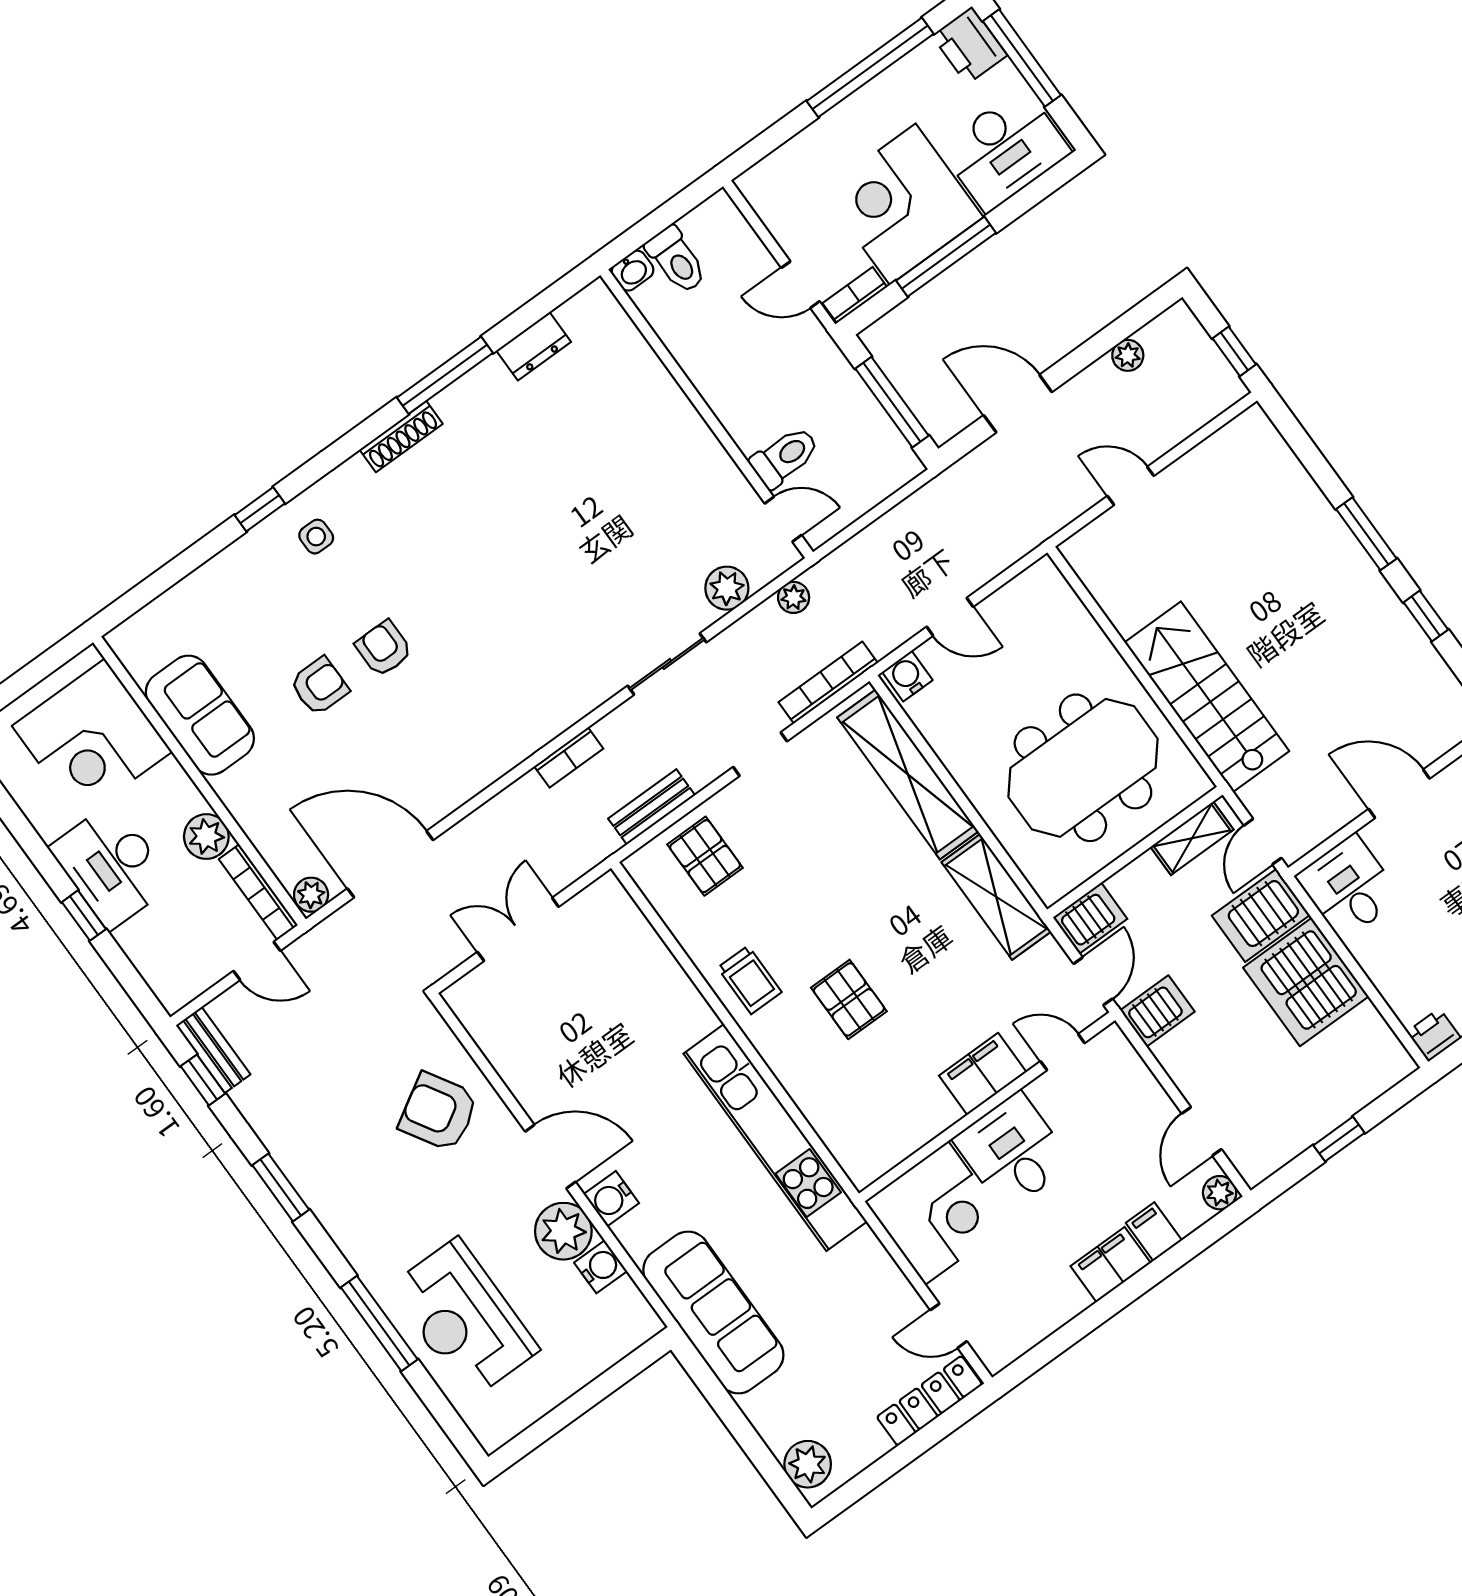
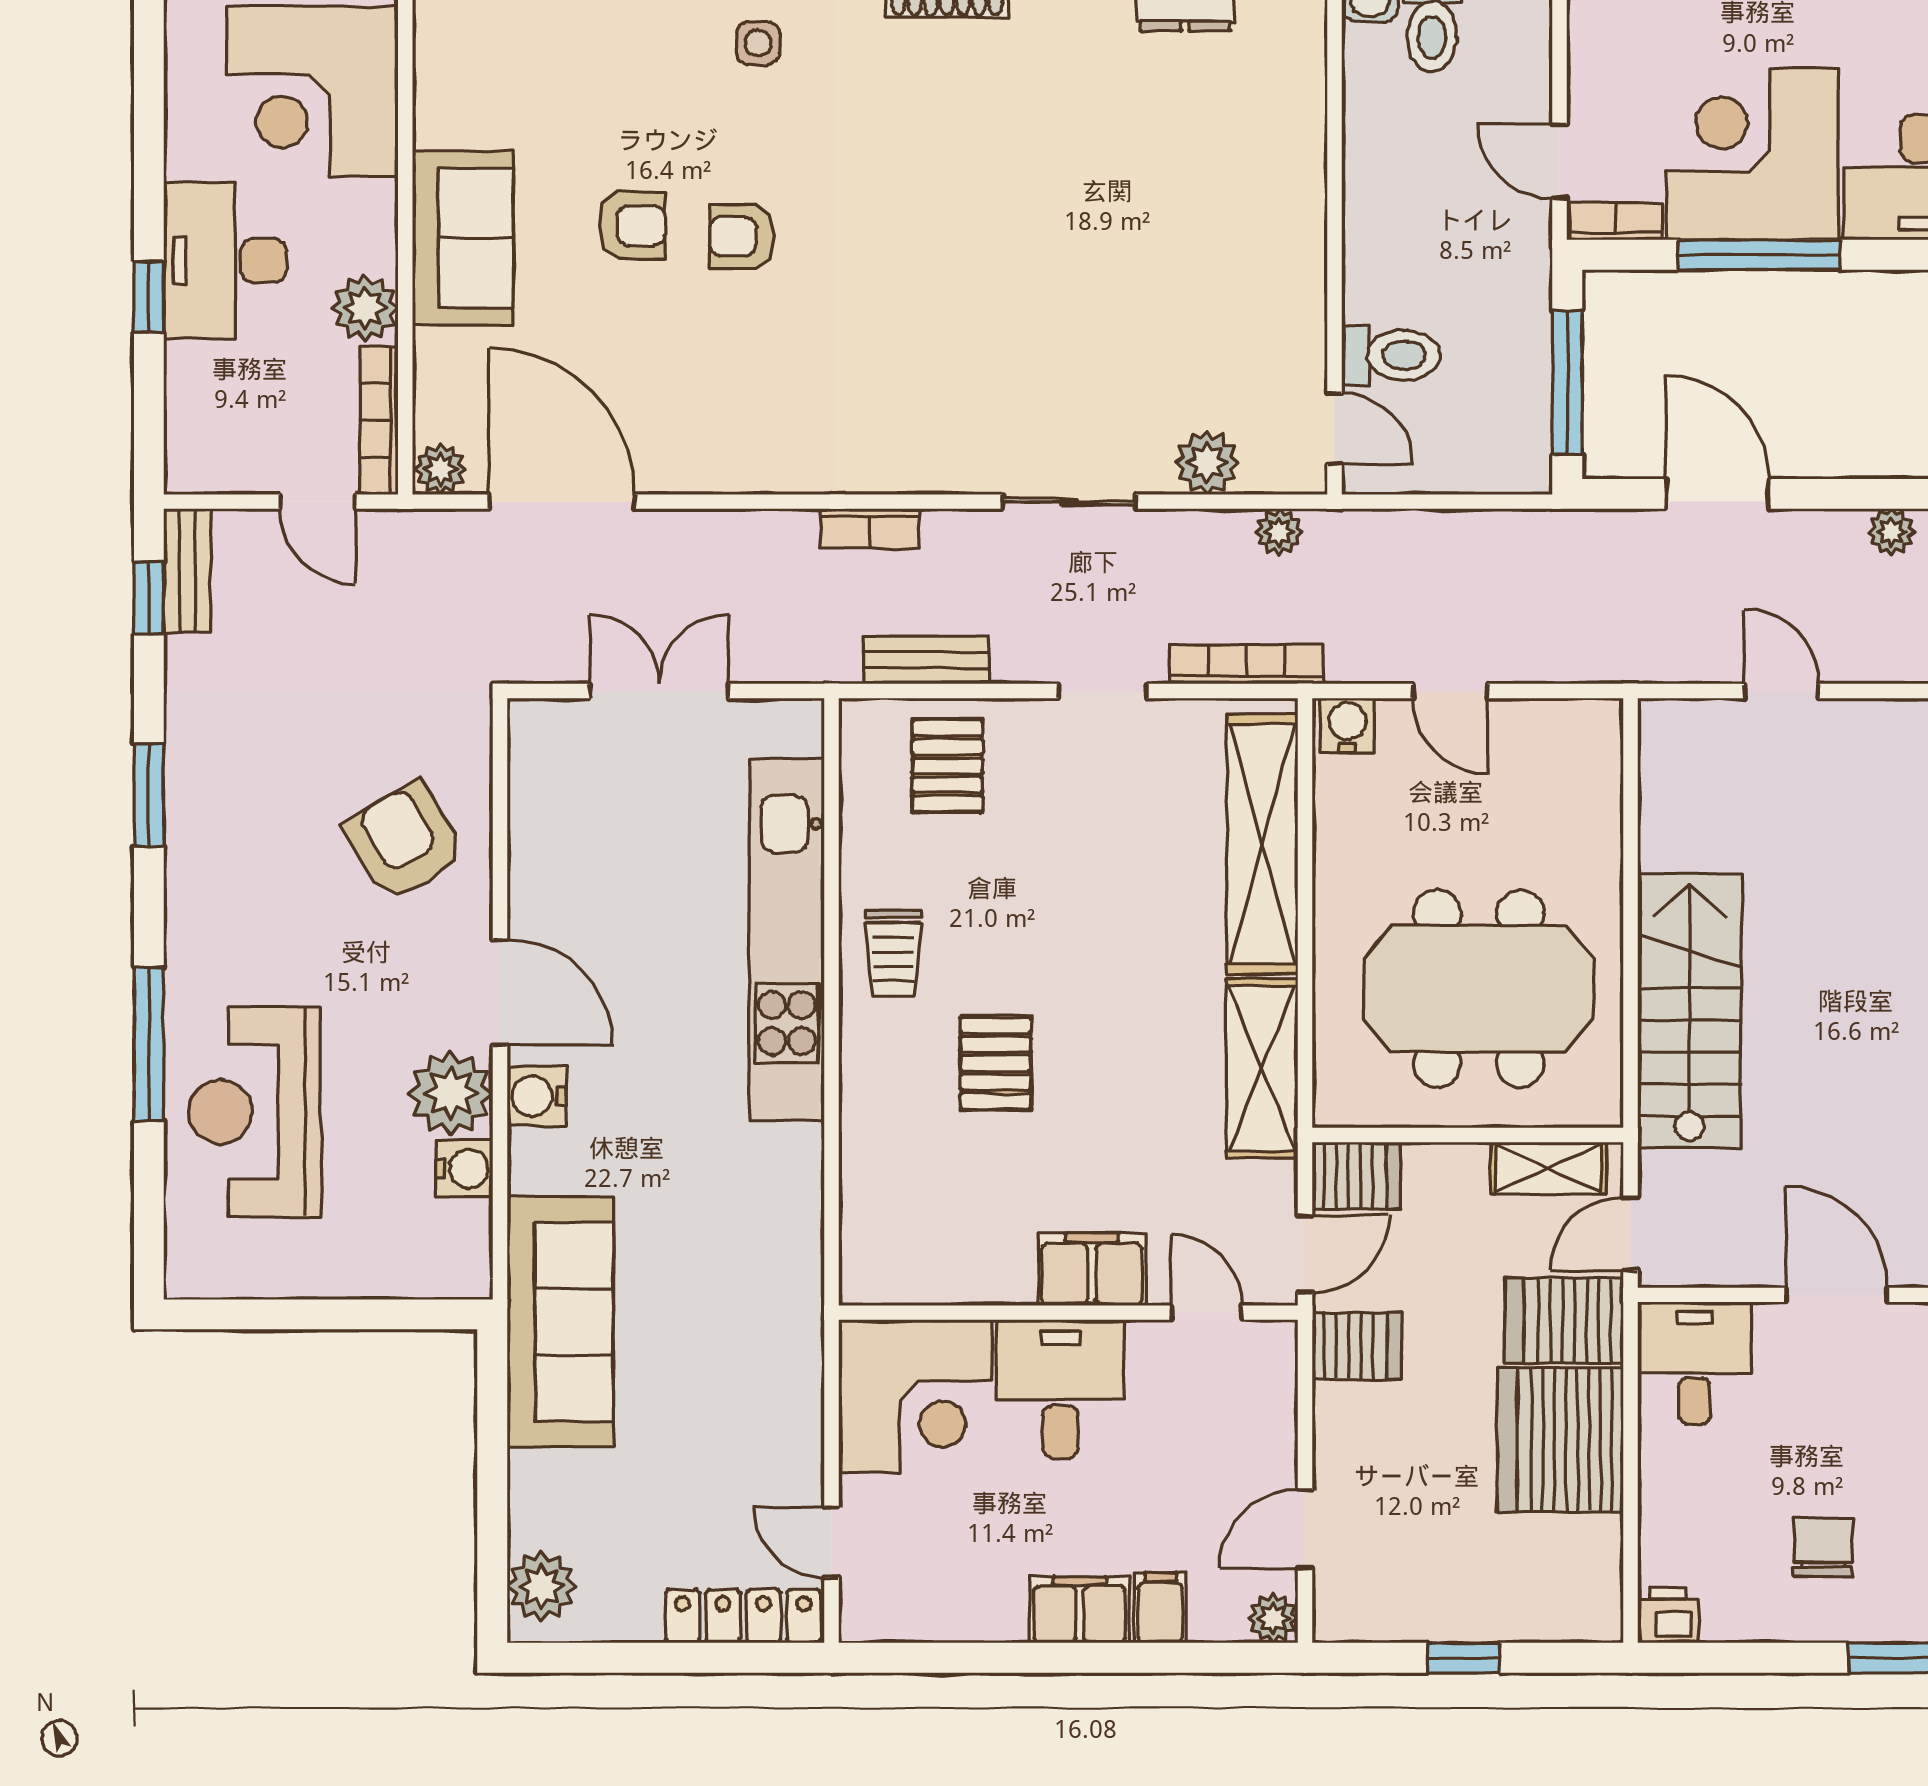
armchair: (384, 648) -> (742, 236), turned -90
sofa: (200, 715) -> (463, 238), moved
kitchen unit: (775, 1138) -> (787, 940), moved

